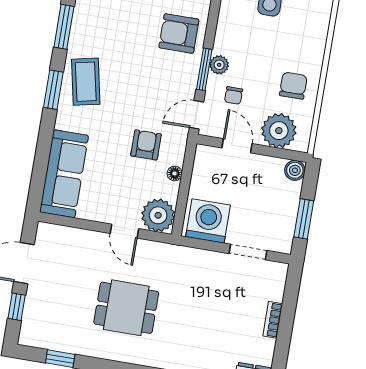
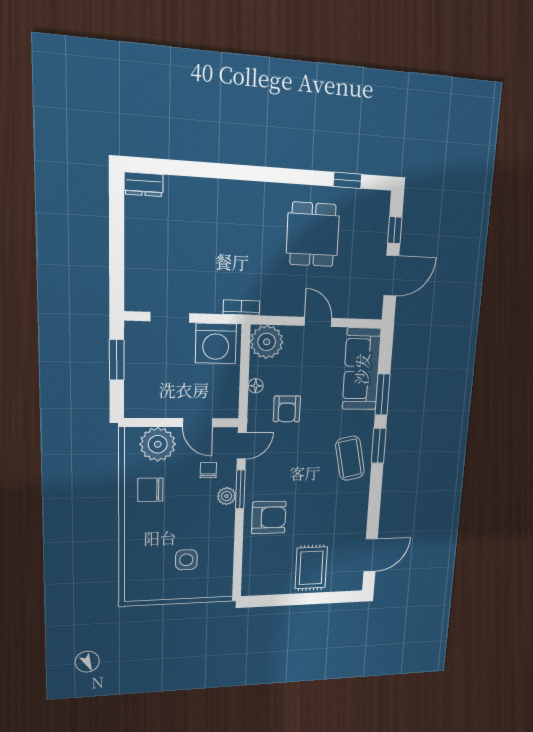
window: (64, 27) -> (383, 395), moved
chair: (293, 86) -> (150, 490), turned 90
boiler: (295, 170) -> (135, 408), removed
door: (124, 231) -> (318, 322), moved
dining table: (126, 308) -> (313, 234), moved, turned 90
bookcase: (273, 320) -> (241, 308), moved, turned -90

